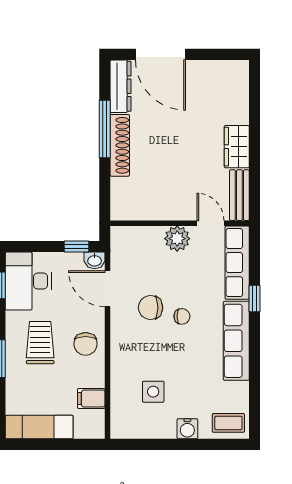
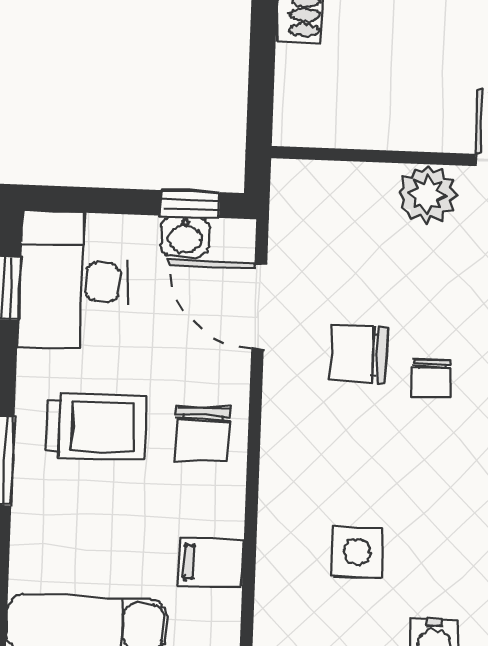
washbasin: (95, 260) -> (185, 236), moved
chair: (182, 316) -> (431, 378), turned 90
trolley: (40, 343) -> (96, 427), turned 90

